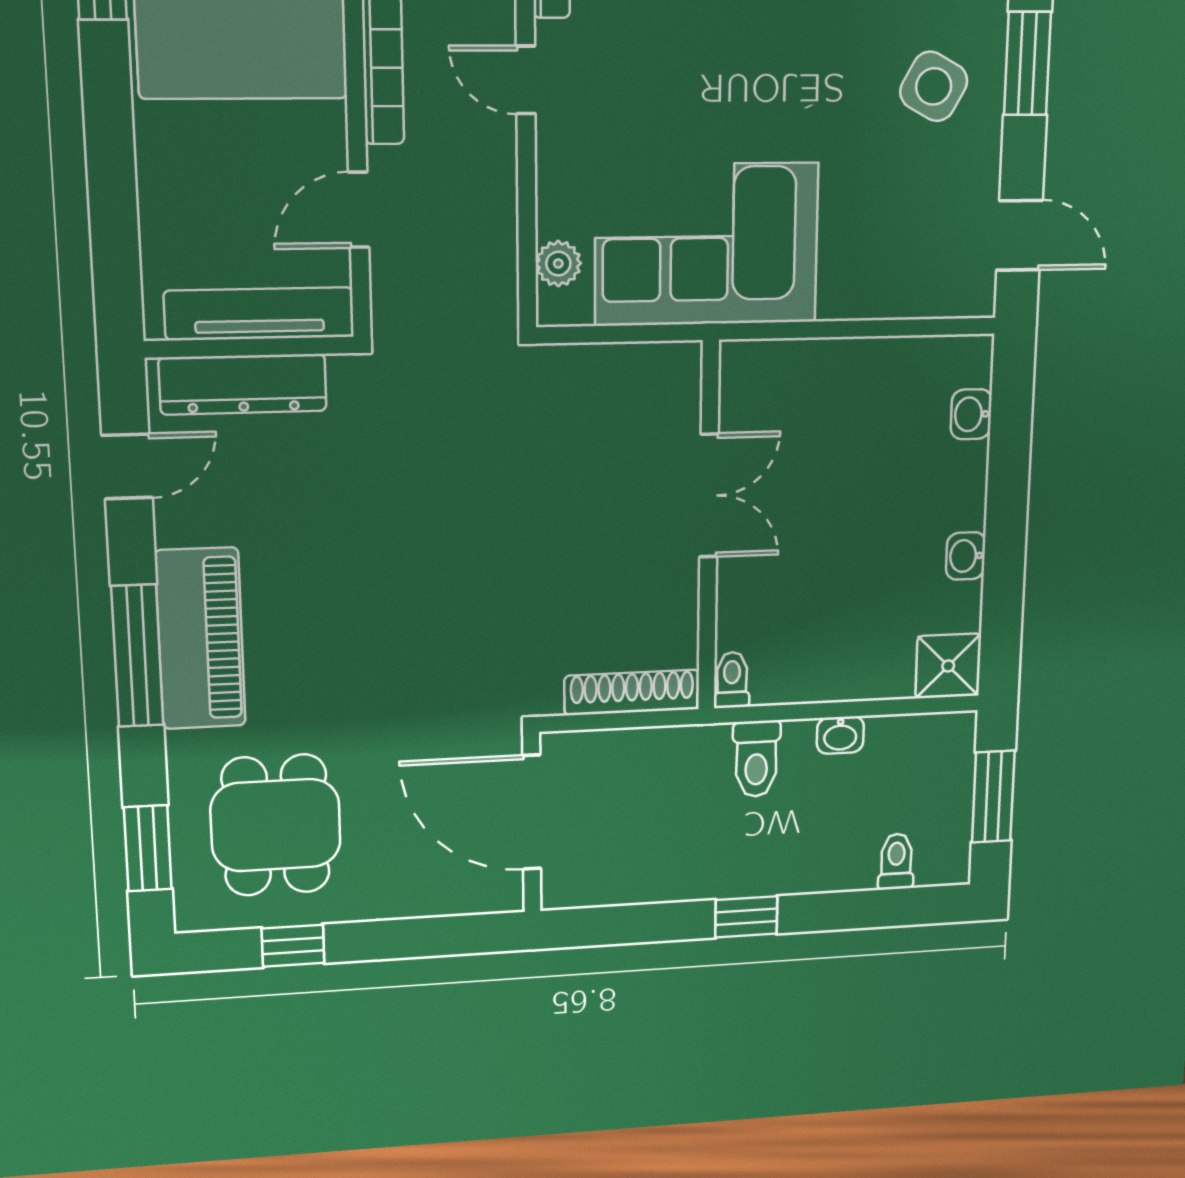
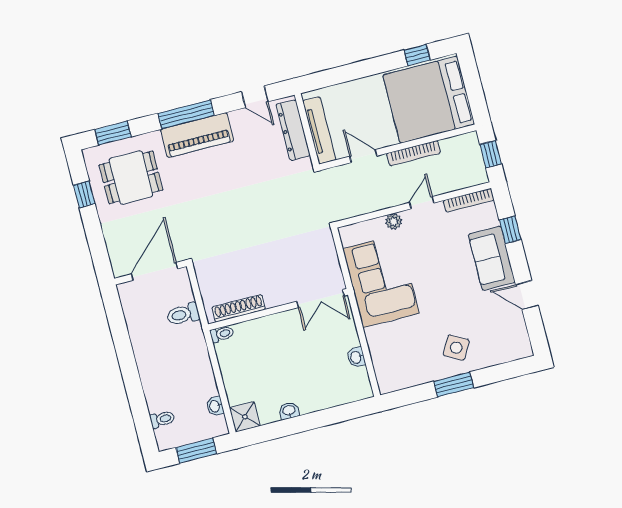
window: (1027, 64) -> (454, 384), moved
door: (1019, 235) -> (412, 395), removed
plant: (558, 264) -> (394, 222), moved
washbasin: (971, 414) -> (356, 357), moved, turned -90
double door: (709, 496) -> (320, 299), moved
shoe rack: (632, 692) -> (239, 308), moved, turned -90
washbasin: (840, 735) -> (215, 406), moved
toilet: (756, 759) -> (183, 314), moved
window: (746, 917) -> (128, 366), removed

